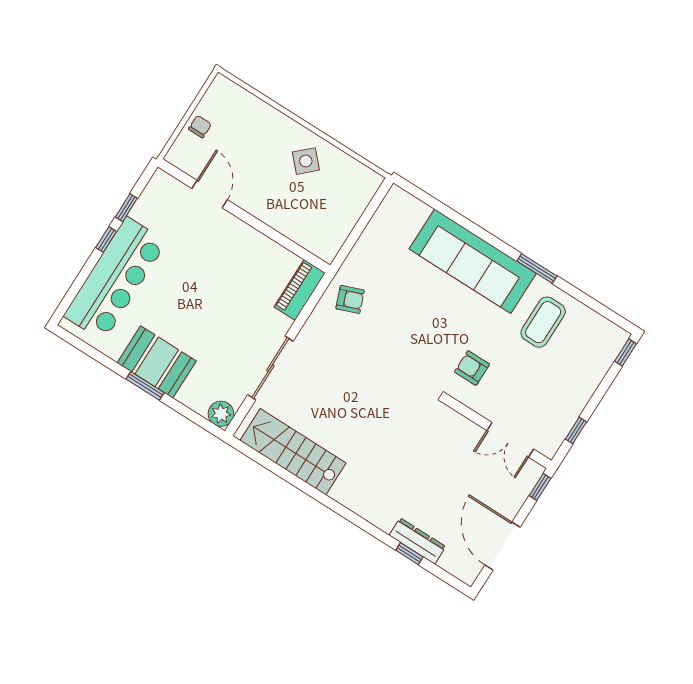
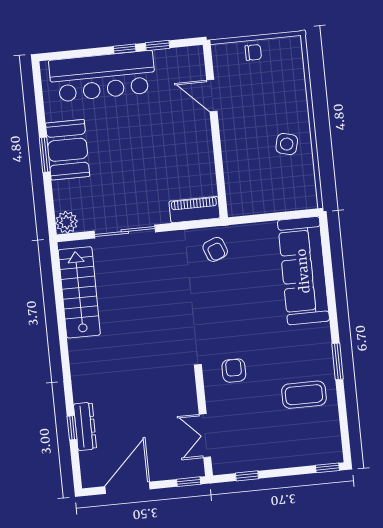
side table: (306, 161) -> (287, 144), turned -33
door: (210, 194) -> (212, 96), swing flipped
sofa: (473, 261) -> (304, 271), moved

